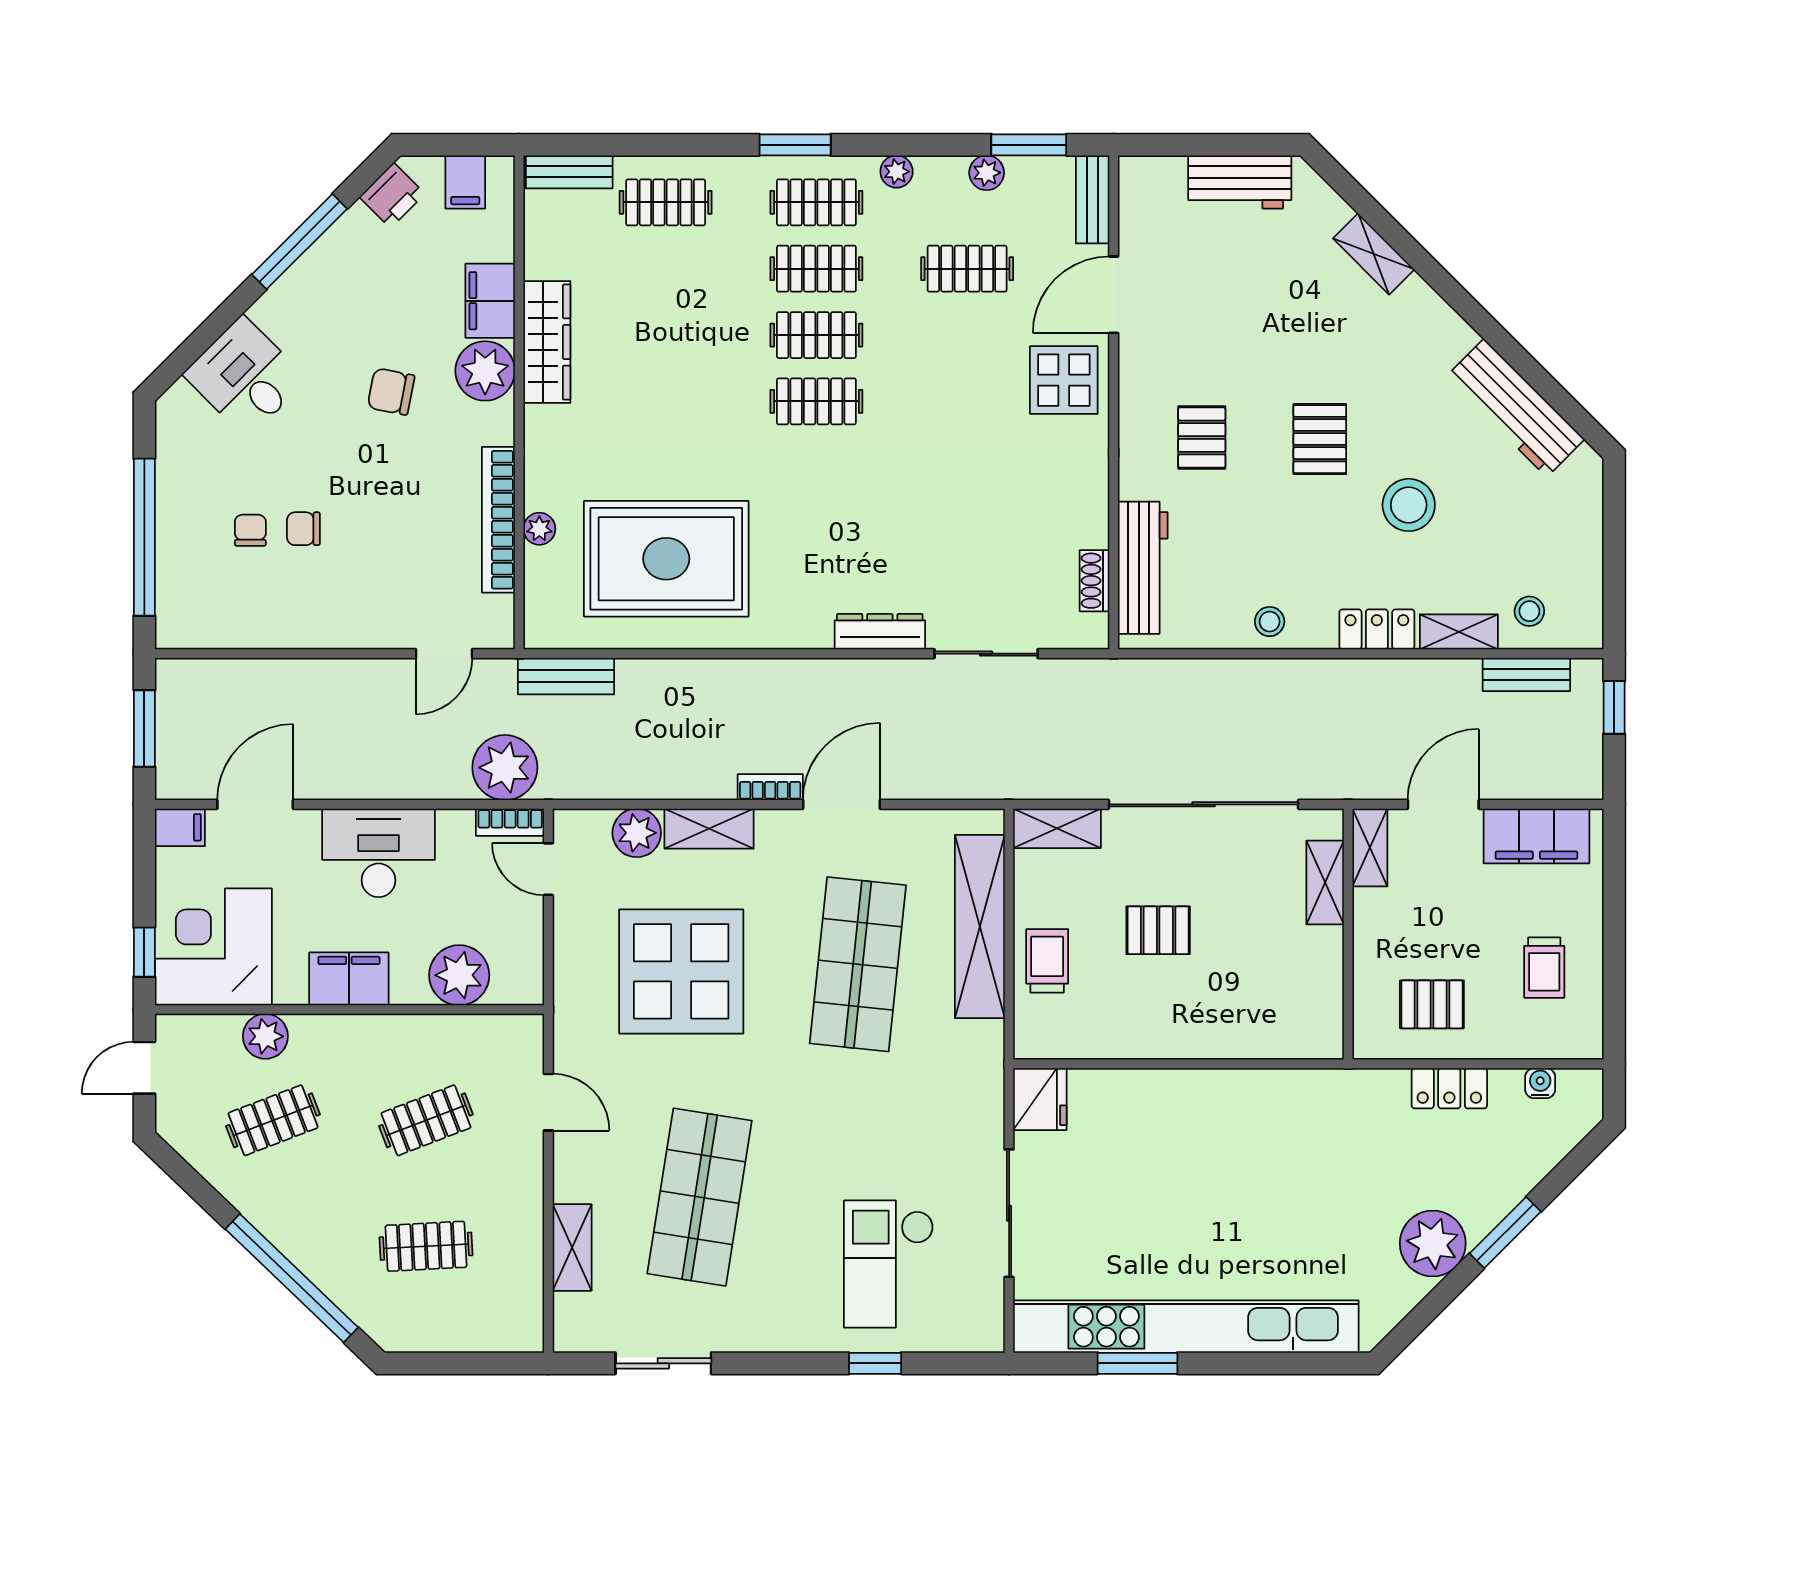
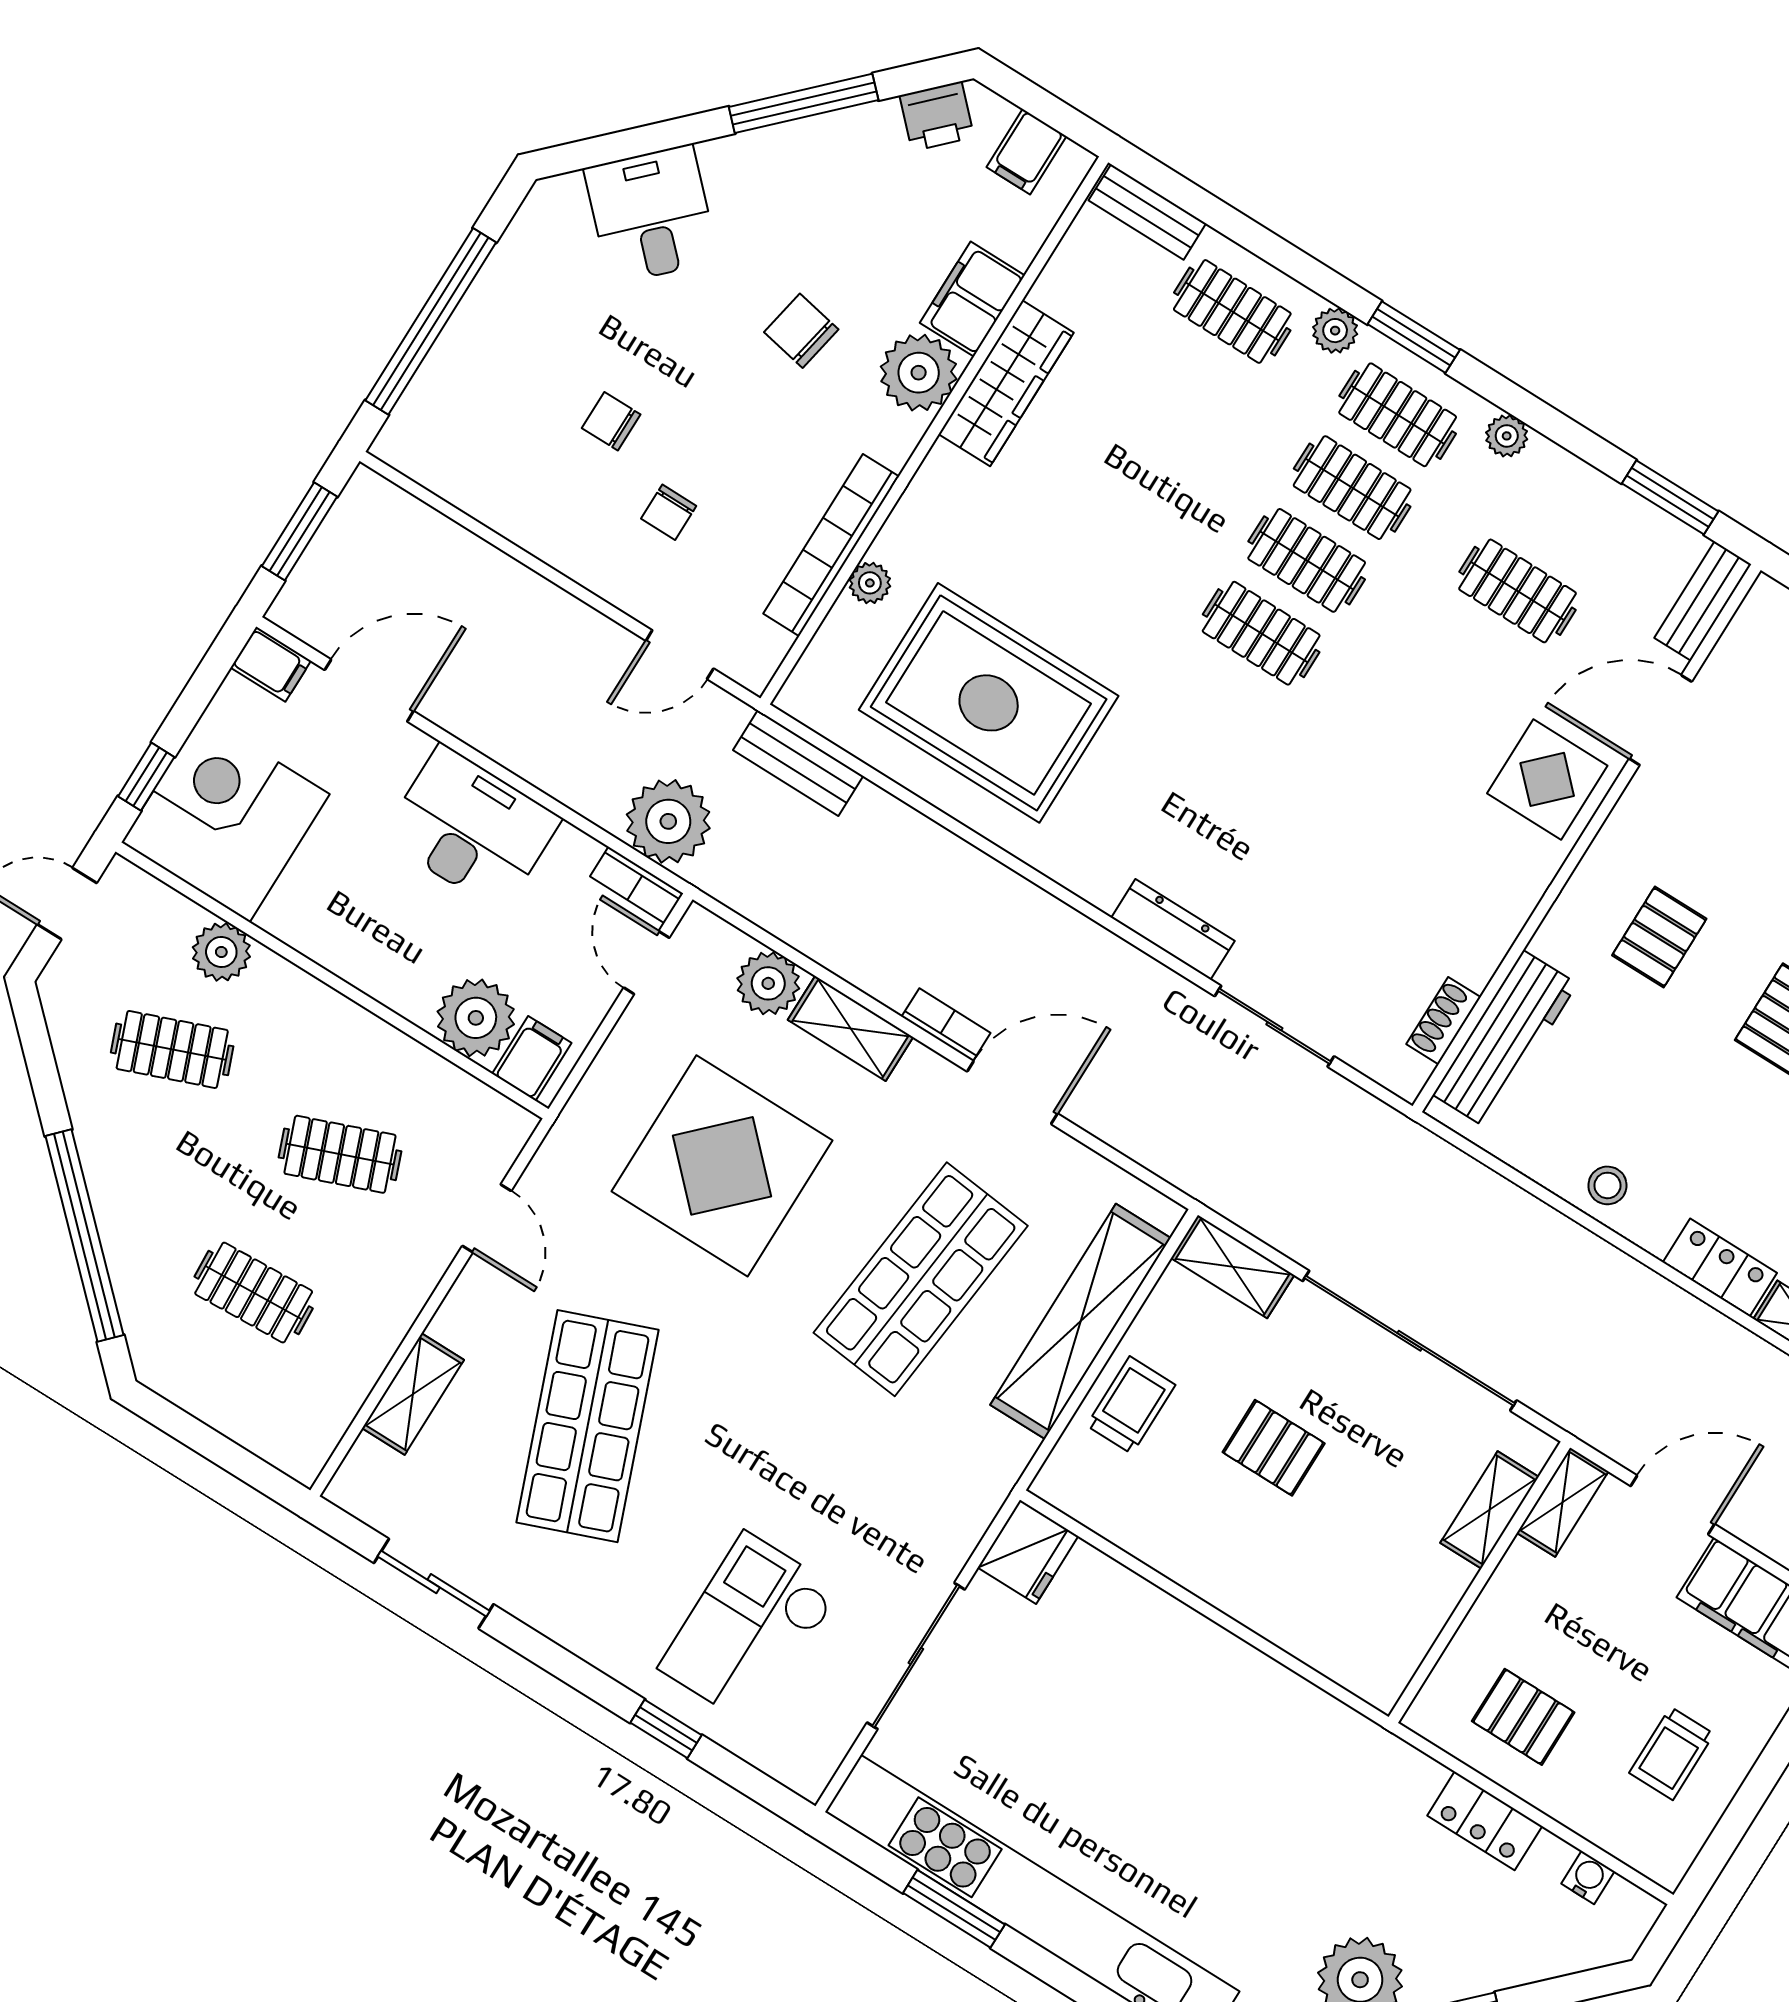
plant: (987, 173) -> (1335, 331), moved
chair: (250, 530) -> (669, 512), moved, turned 180
filing cabinet: (349, 979) -> (532, 1058), moved, width x0.50
shop shelf: (700, 1197) -> (587, 1426), turned -30

